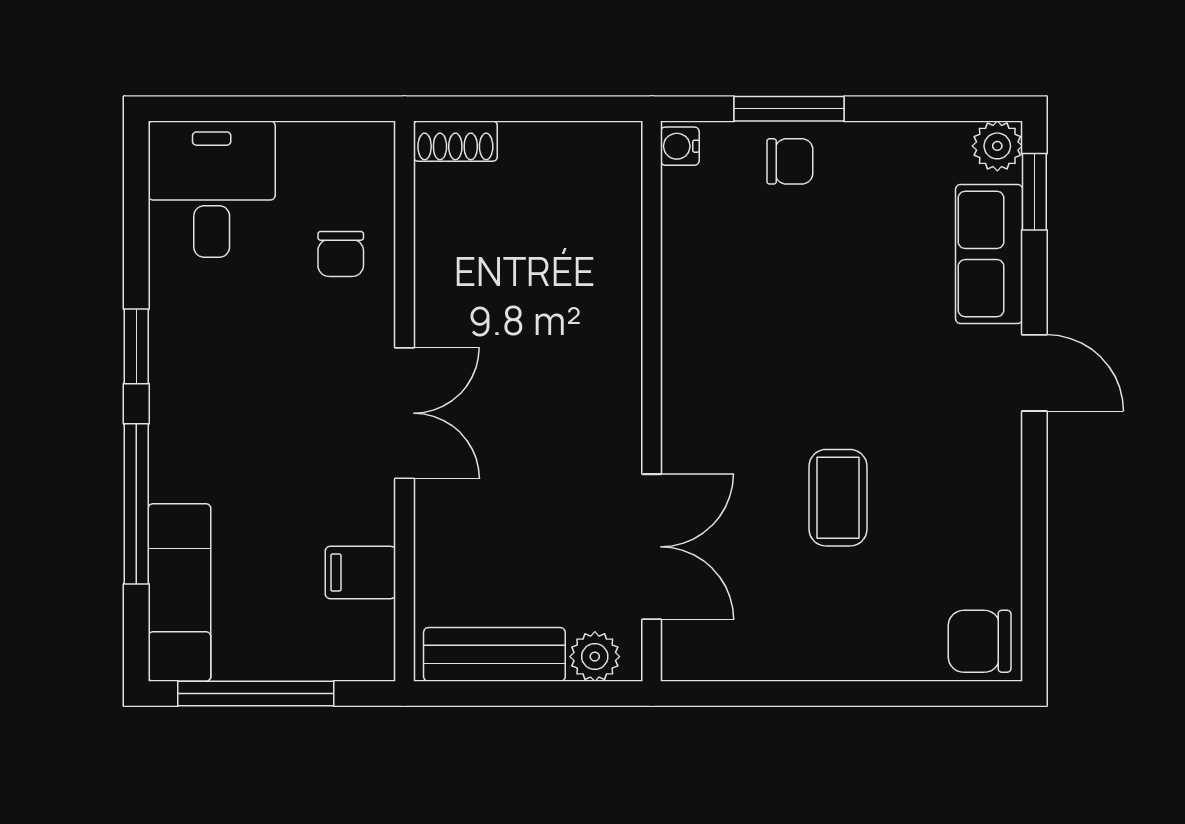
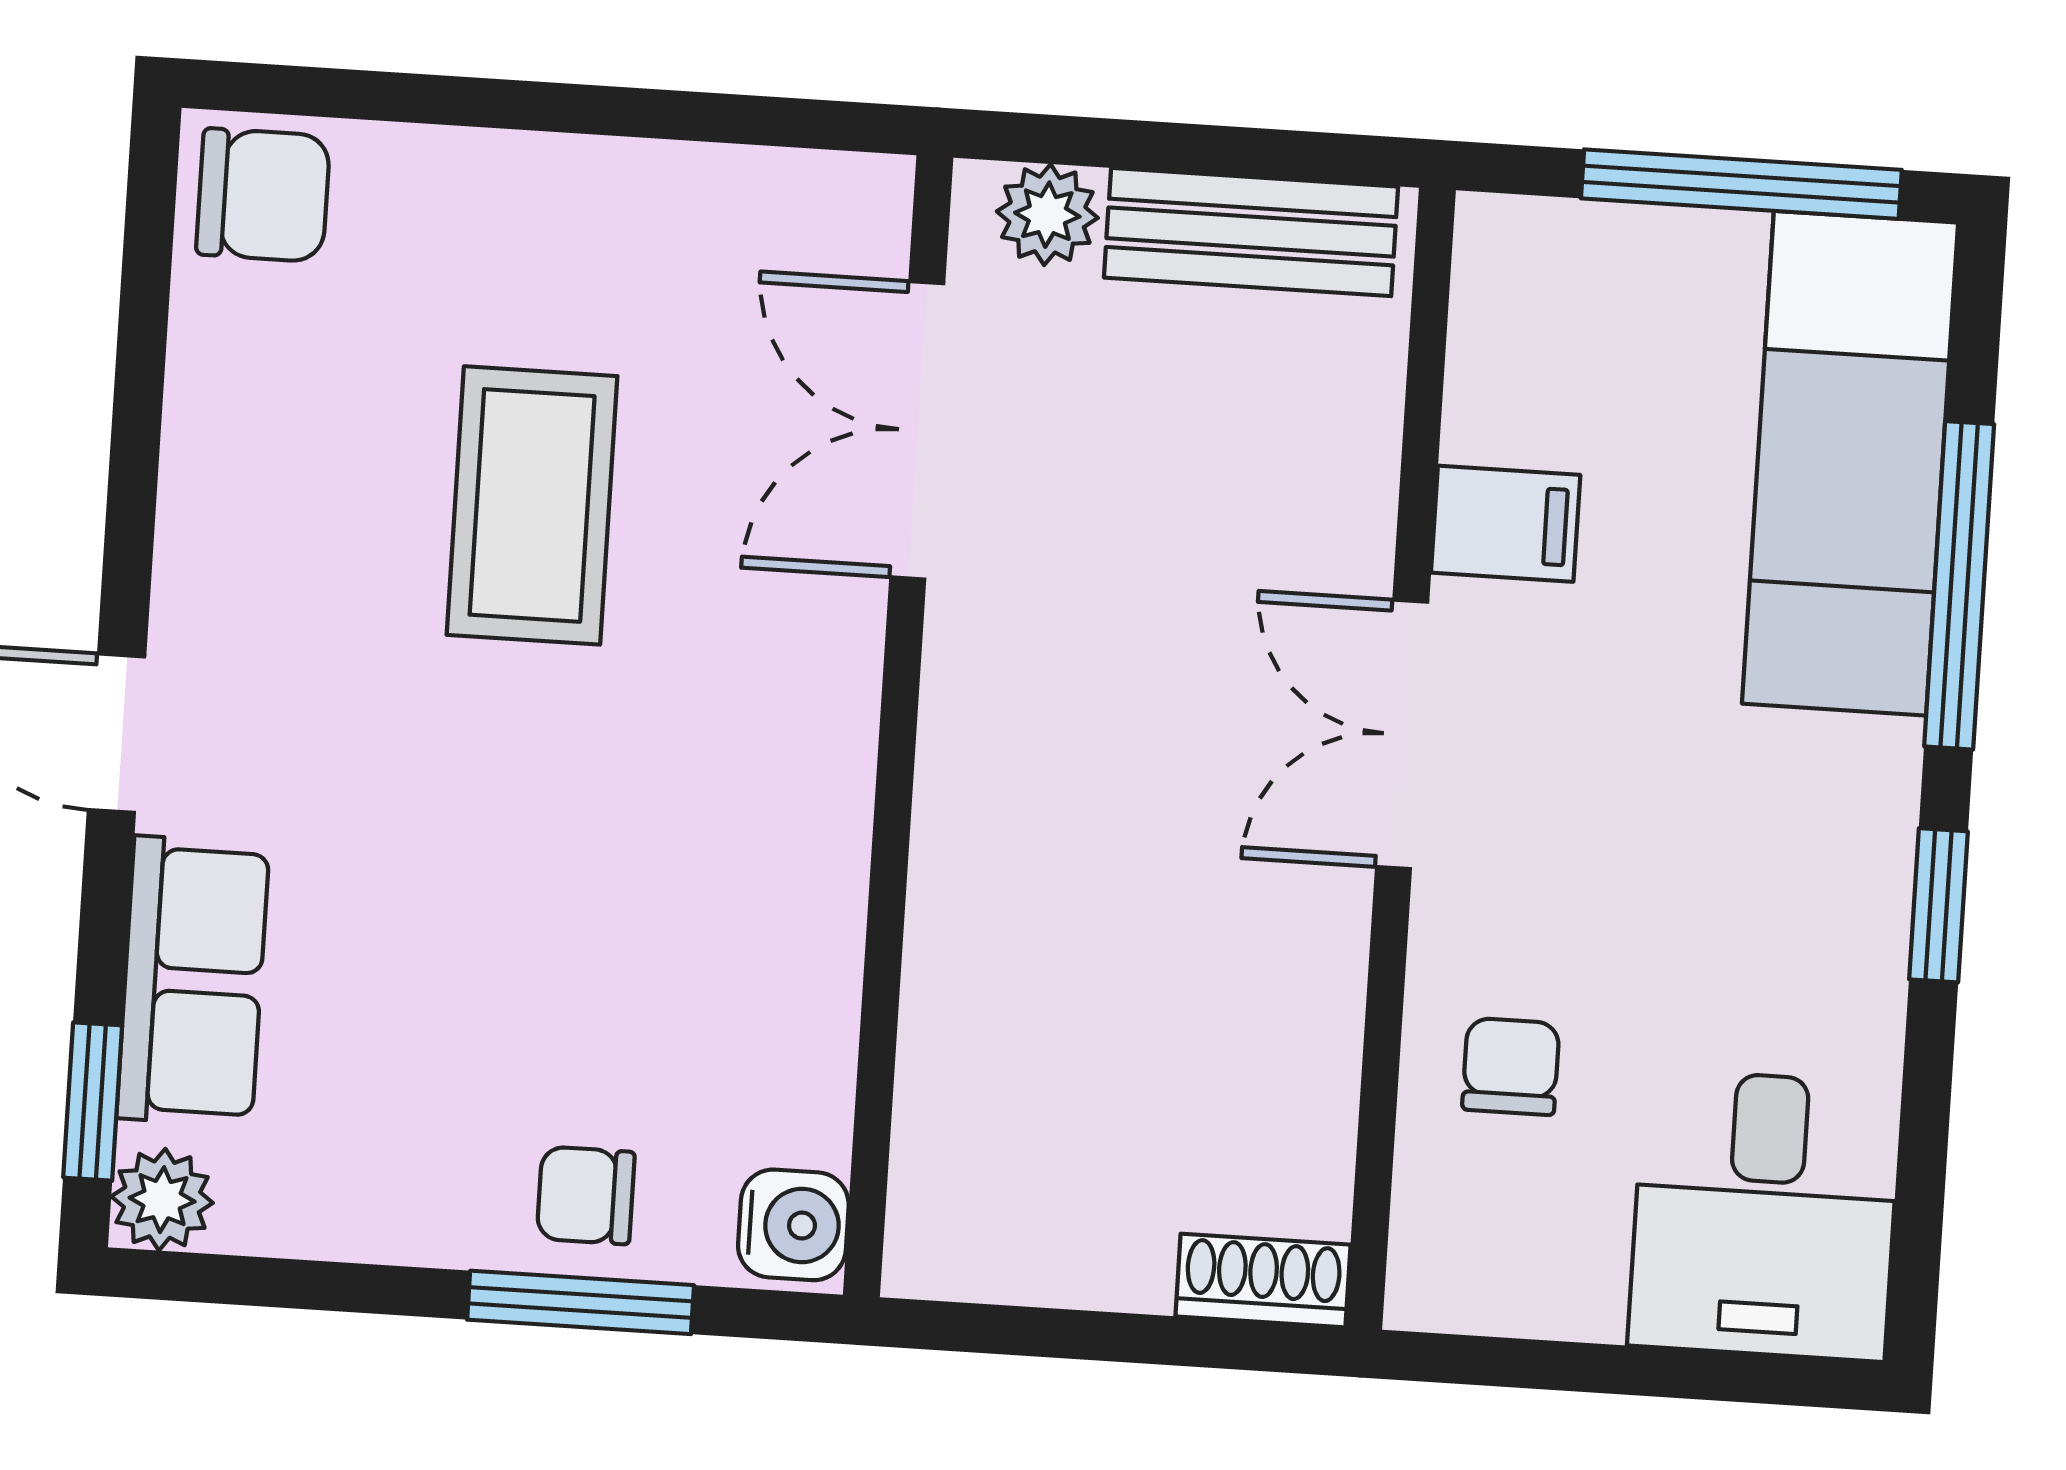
water cooler: (680, 146) -> (793, 1225), width x1.38, depth x1.38
coffee table: (838, 498) -> (532, 505), width x1.36, depth x1.30
filing cabinet: (360, 572) -> (1506, 524), moved
exam couch: (179, 592) -> (1850, 463), width x1.36, depth x1.45

